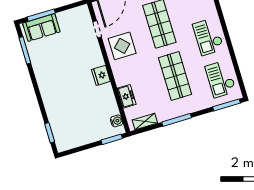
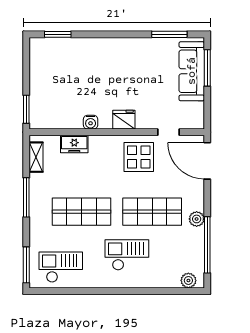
sofa: (41, 27) -> (192, 71), width x1.36
checkout: (208, 37) -> (127, 255), moved
fridge: (101, 75) -> (124, 120), moved
water cooler: (117, 121) -> (91, 122), moved

